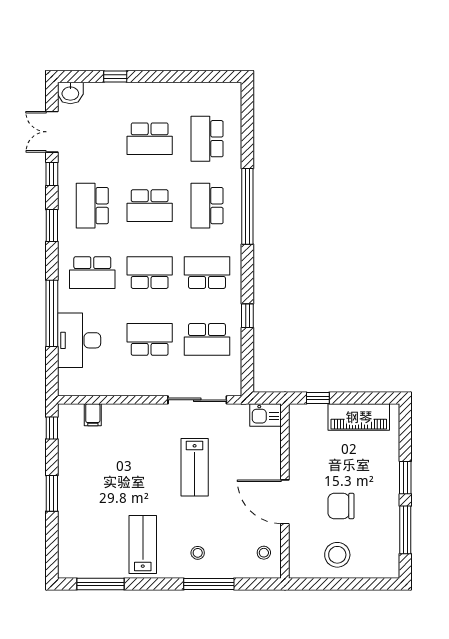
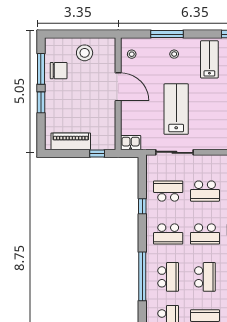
school desk: (150, 206) -> (205, 277), turned 90
lab bench: (195, 467) -> (176, 109), width x1.36, depth x1.39
chair: (341, 506) -> (59, 71), moved
lab bench: (143, 545) -> (209, 59), turned 180

